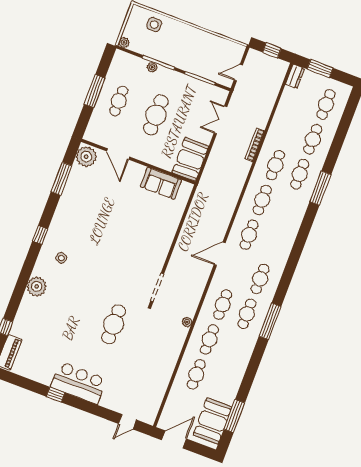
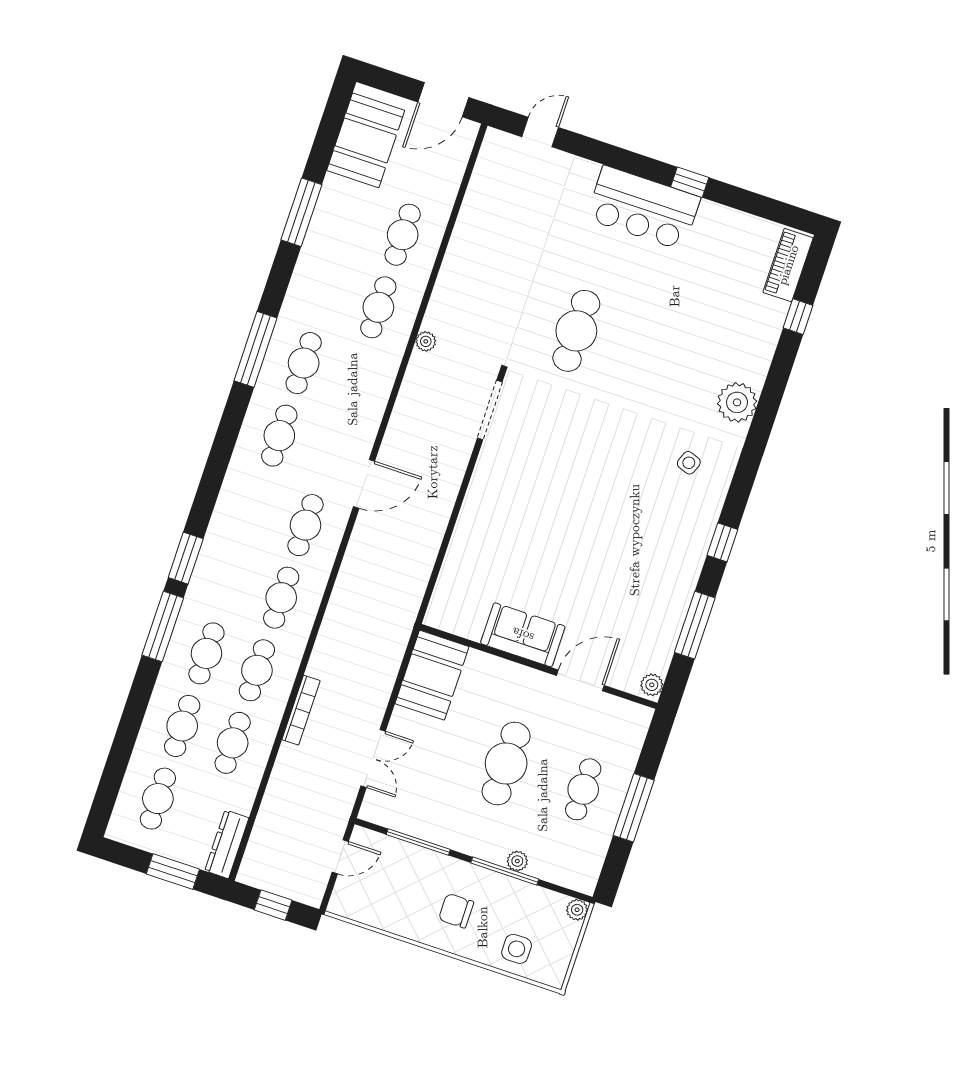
chair: (183, 44) -> (456, 911), added
dresser: (295, 76) -> (227, 844), width x1.44
door: (118, 154) -> (580, 680), hinge flipped
plant: (86, 157) -> (652, 685), width x0.53, depth x0.53
sofa: (161, 183) -> (523, 635), moved
window: (308, 221) -> (186, 558), added
window: (40, 235) -> (722, 542), moved
cafe table: (223, 305) -> (233, 743), moved
window: (234, 416) -> (301, 212), moved

